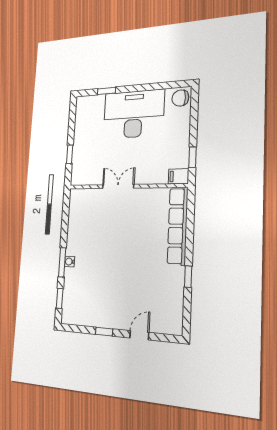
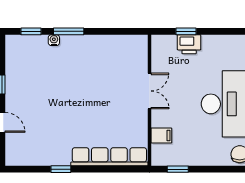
printer: (80, 151) -> (189, 44), added
filing cabinet: (179, 176) -> (161, 135), moved, turned 90
water cooler: (70, 262) -> (54, 40), moved

